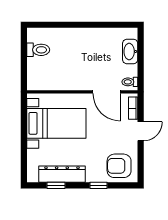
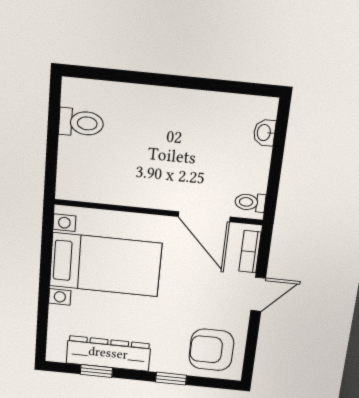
washbasin: (130, 51) -> (264, 133), width x0.52, depth x0.69

